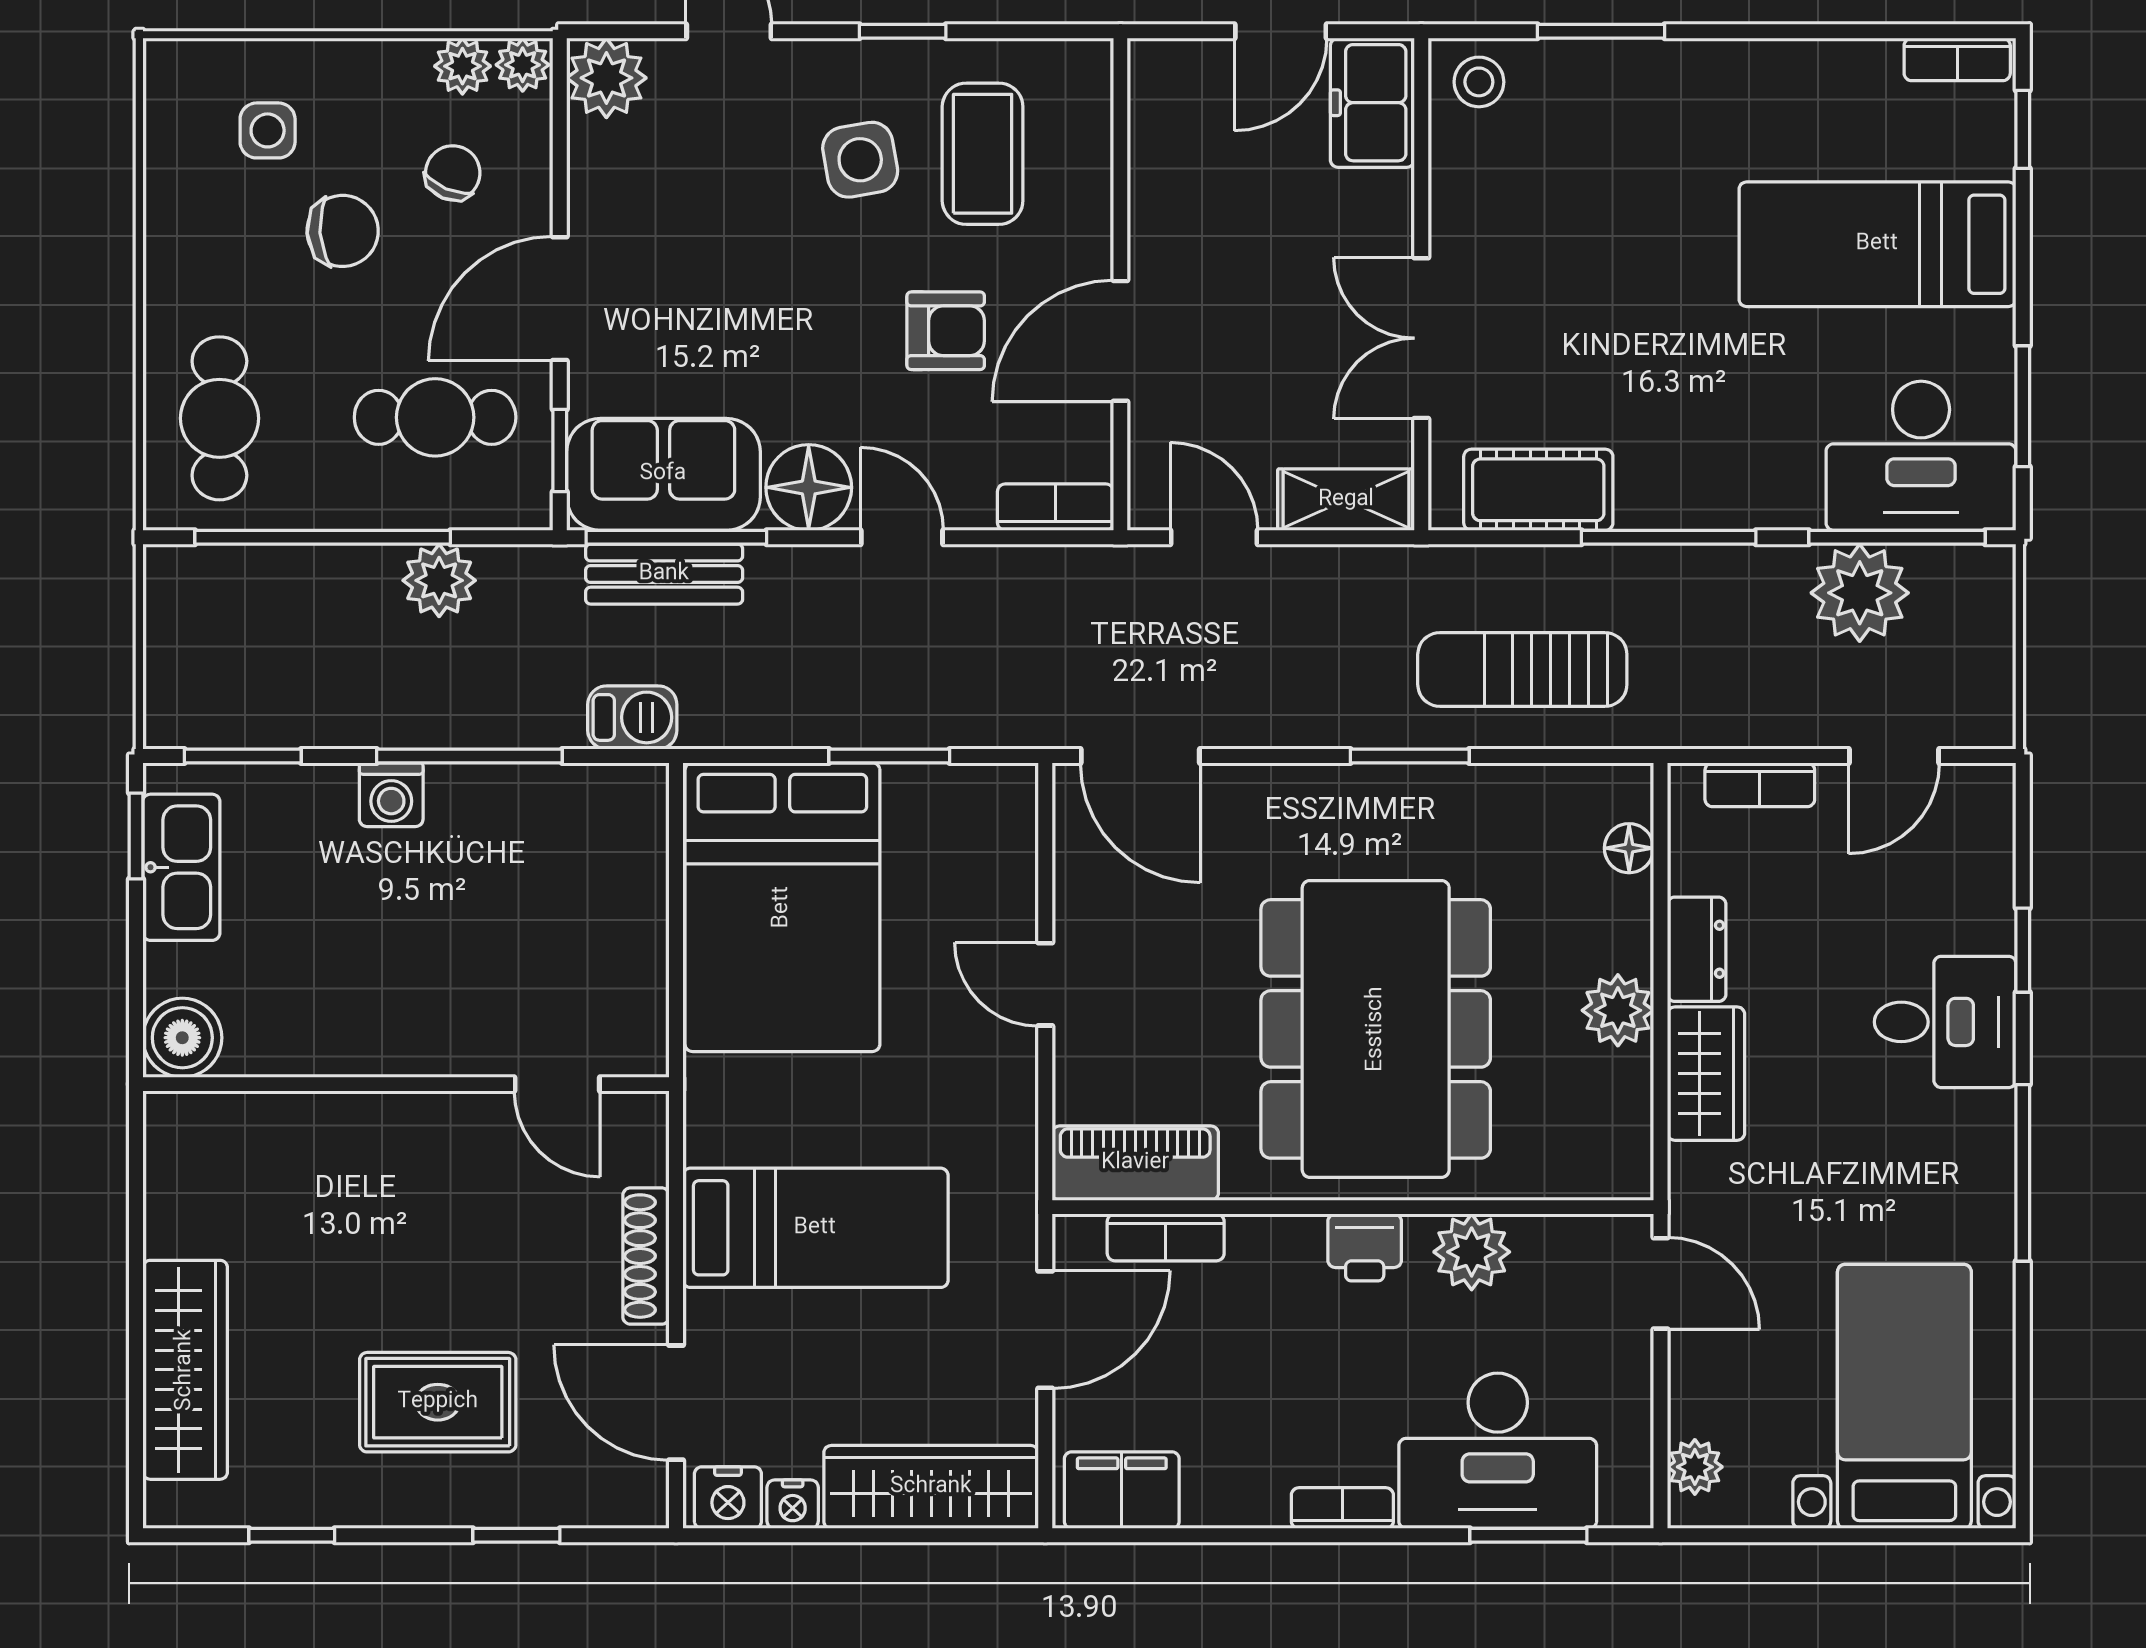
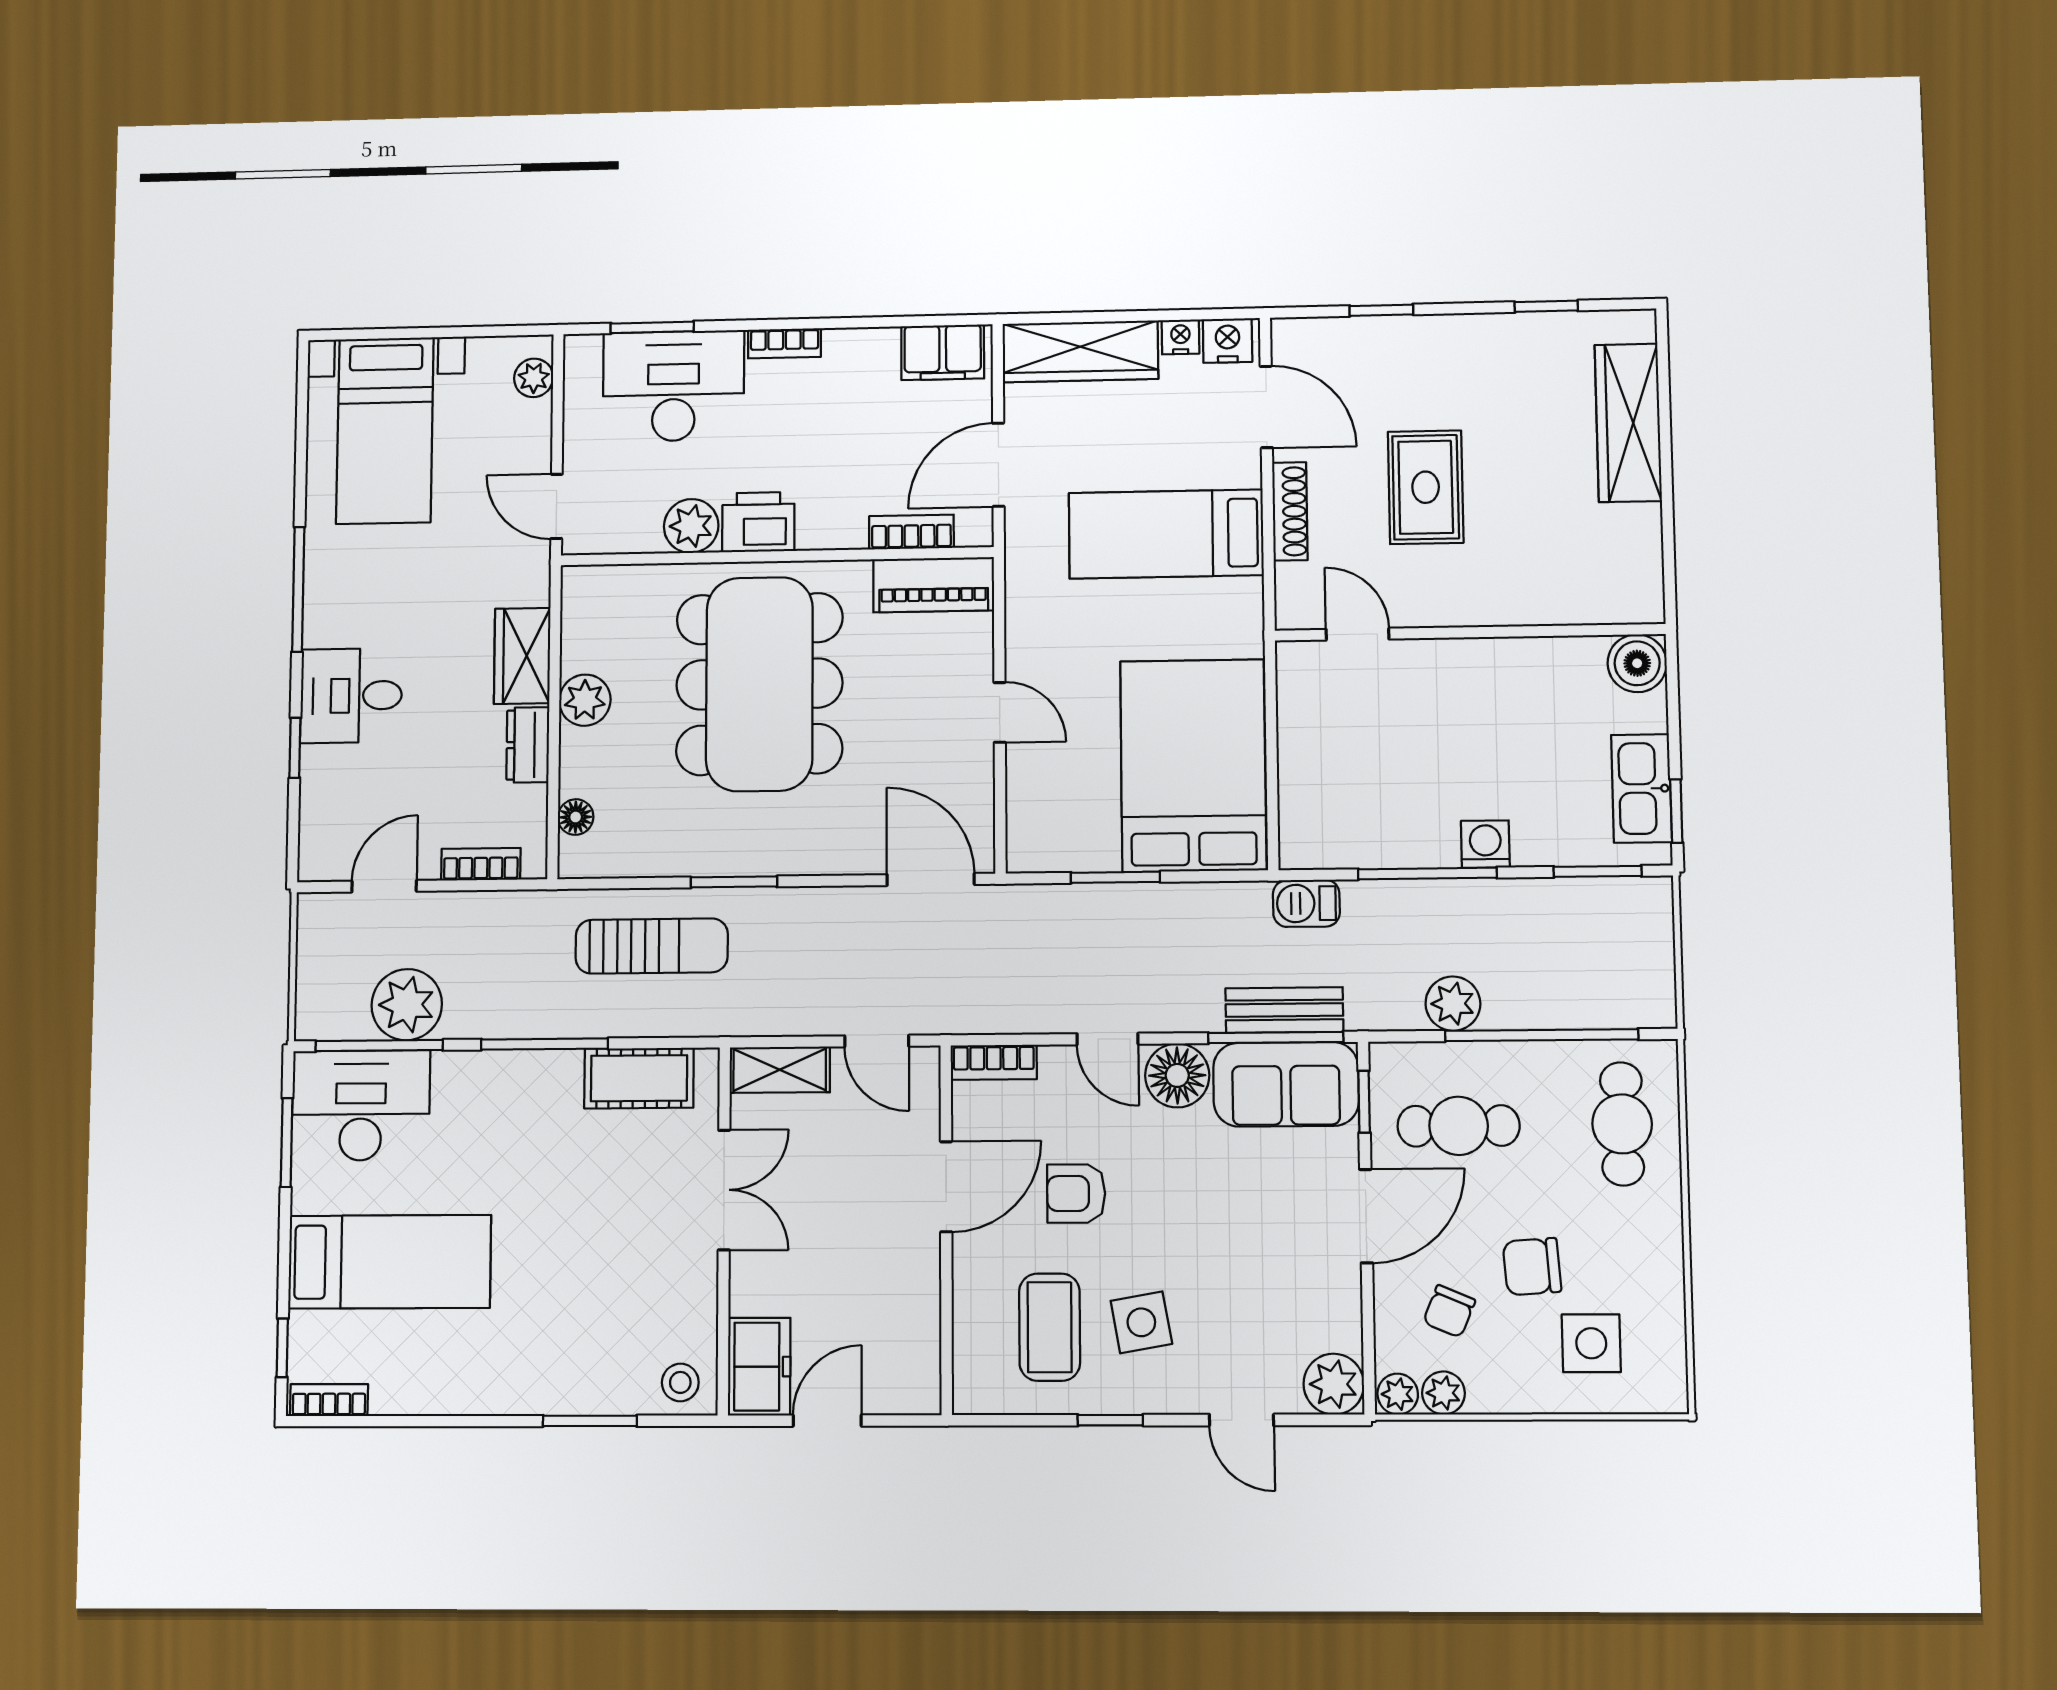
side table: (268, 130) -> (1591, 1343), width x1.37, depth x1.37
printer: (1365, 1247) -> (758, 522), width x1.36, depth x1.24
rug: (438, 1402) -> (1426, 487), moved, turned 90

